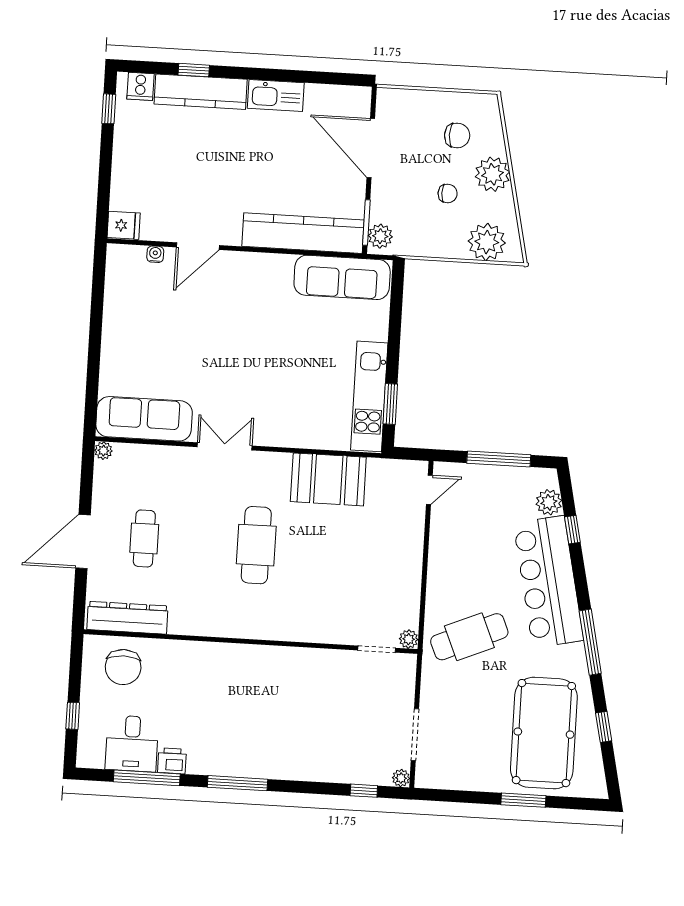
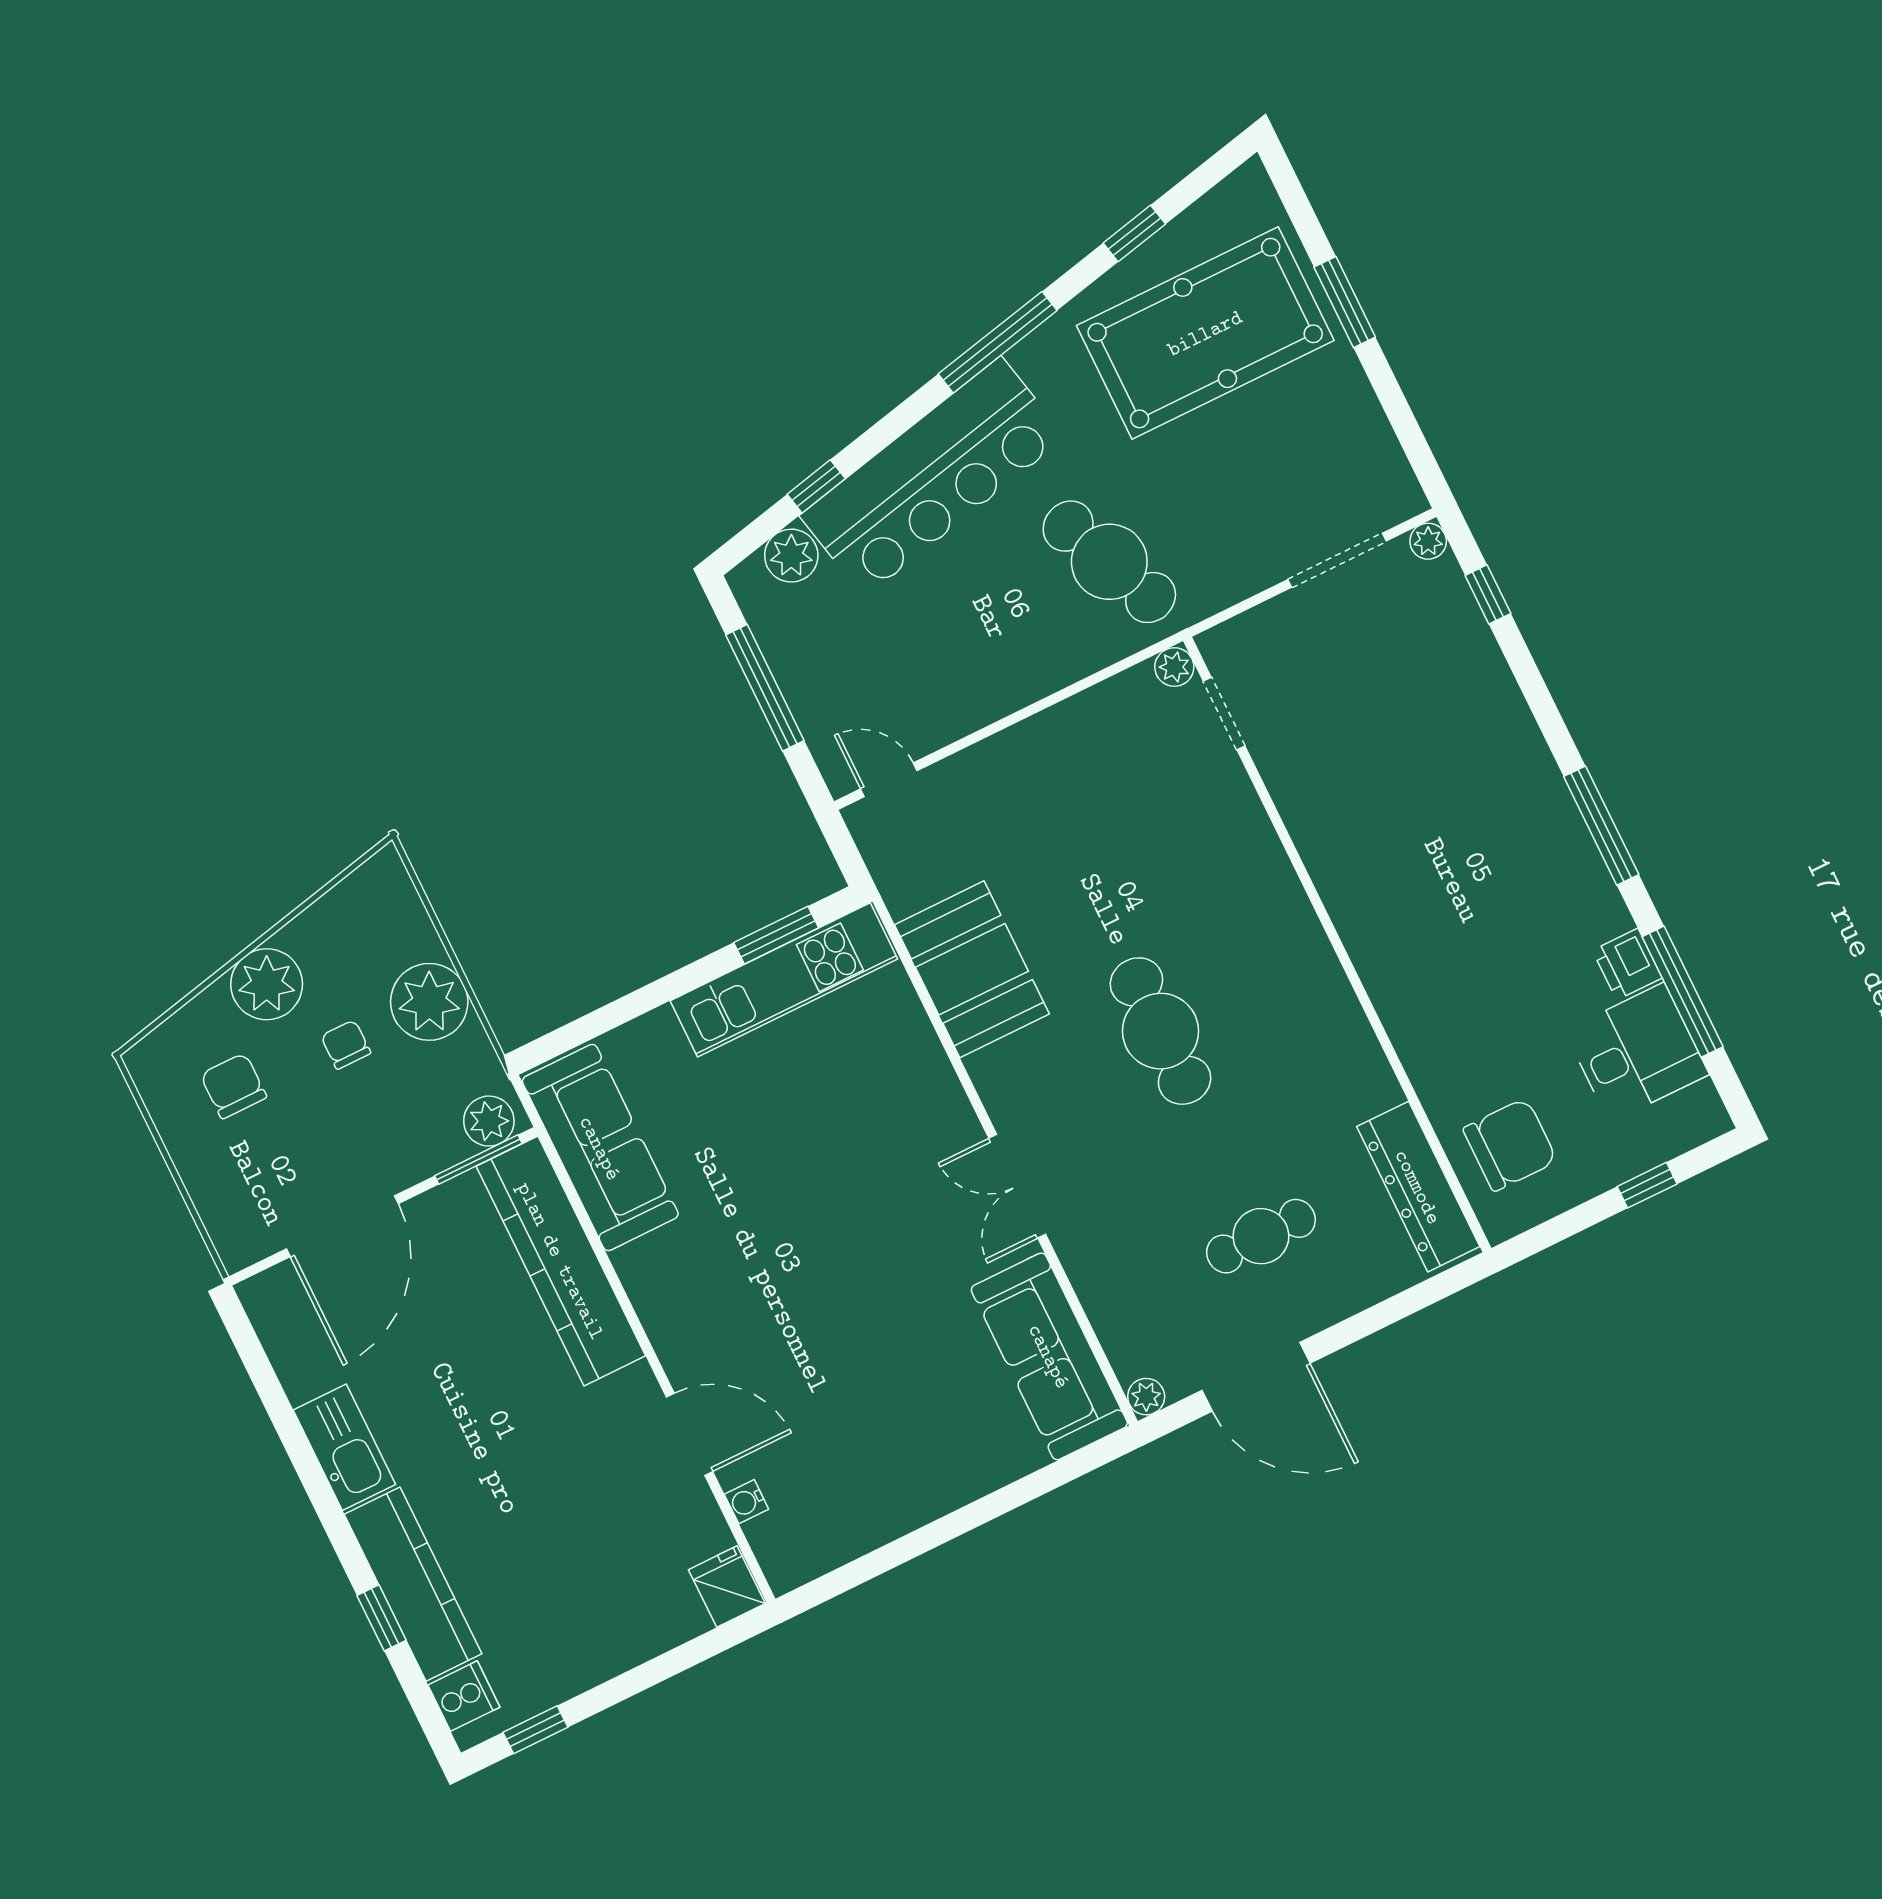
plant: (487, 242) -> (429, 1002), moved
door: (83, 542) -> (1256, 1377), moved
cafe table: (256, 545) -> (1160, 1031), turned 90

